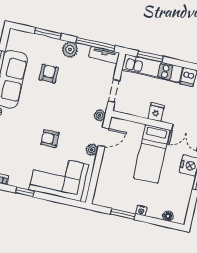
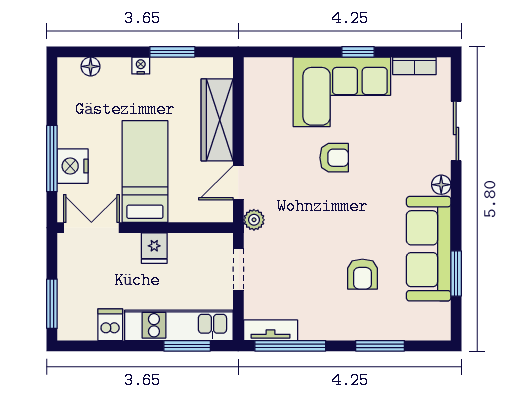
plant: (70, 50) -> (334, 326), removed
plant: (92, 150) -> (254, 155), removed
wardrobe: (107, 173) -> (217, 120), added
corner sofa: (59, 177) -> (342, 92), moved

